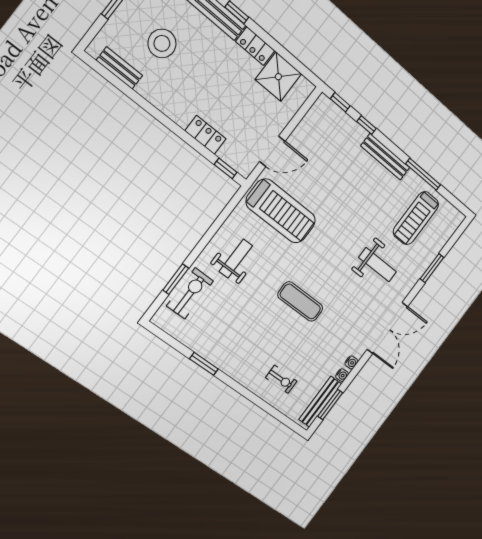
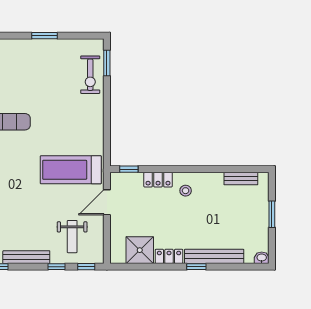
stool: (162, 43) -> (186, 191), moved, width x0.53, depth x0.53
weight bench: (236, 259) -> (72, 237), moved
window: (176, 279) -> (107, 63), moved

